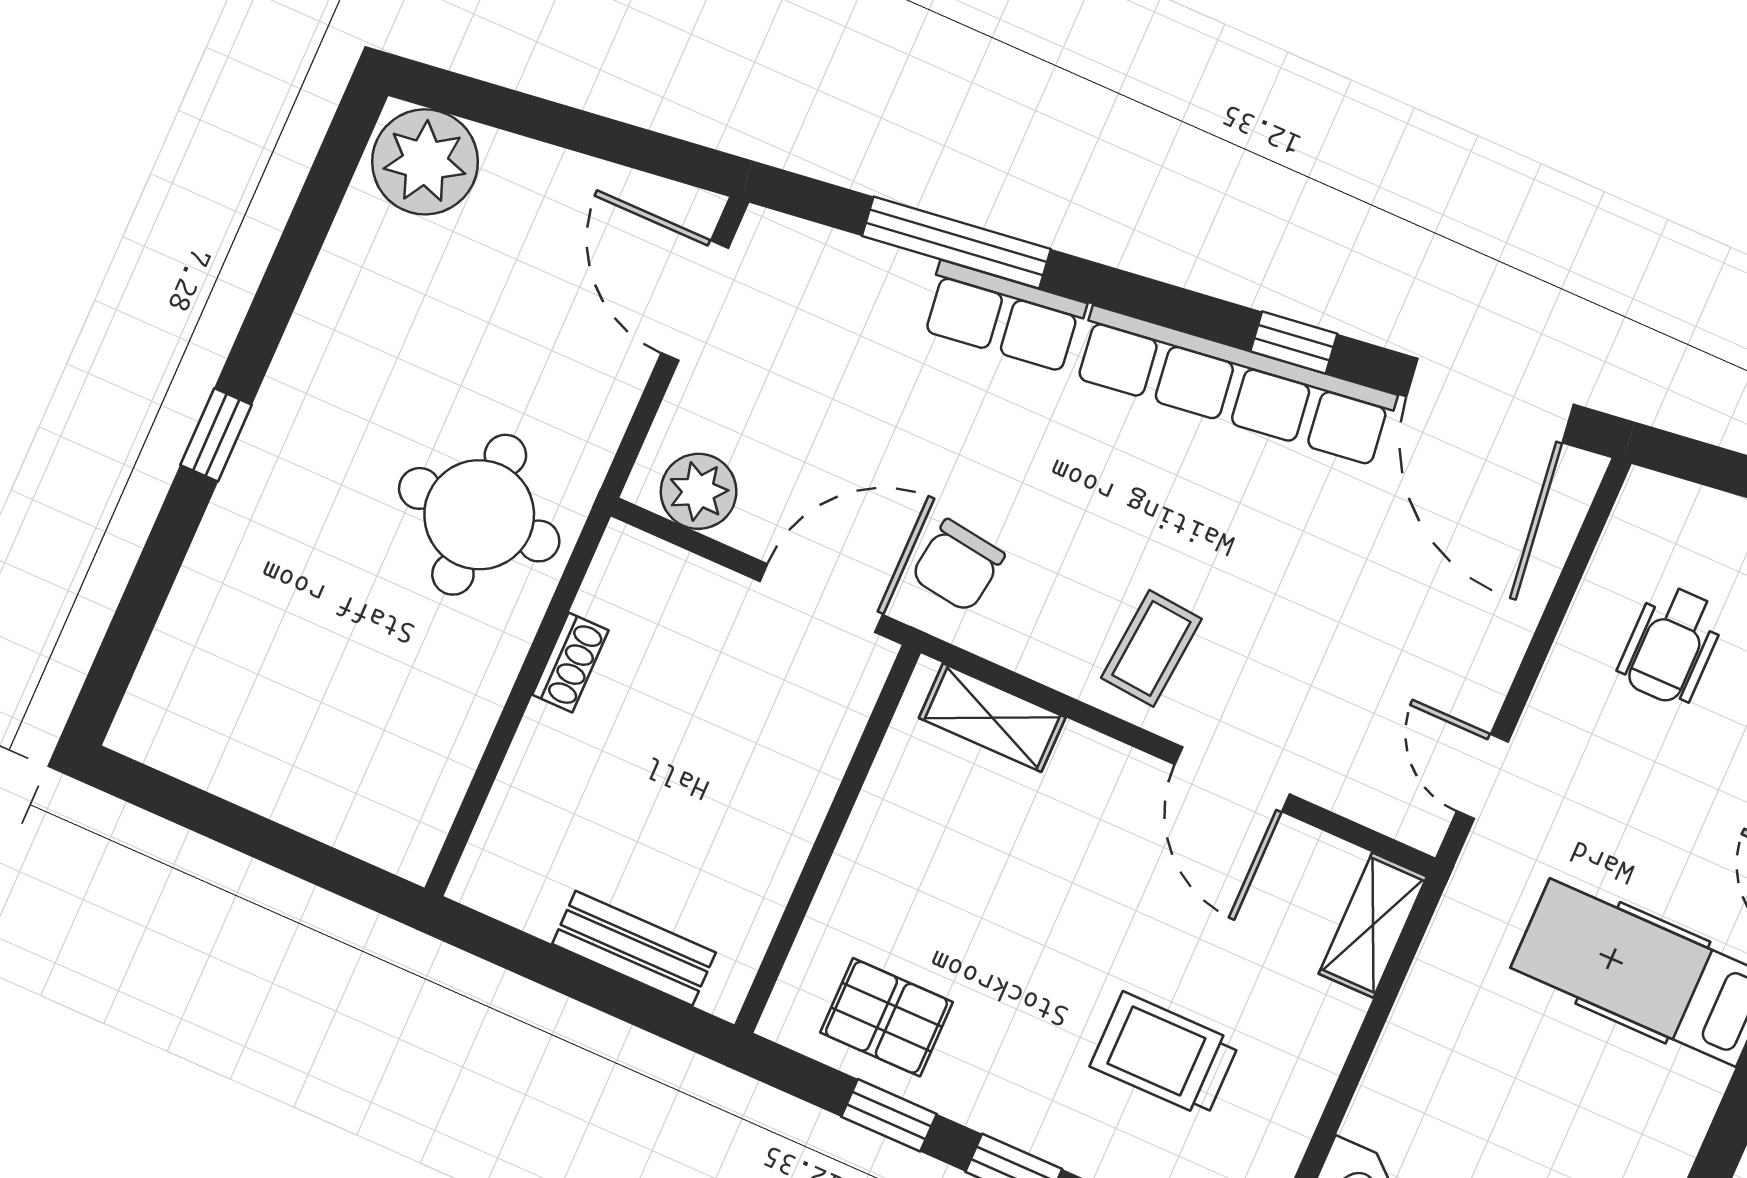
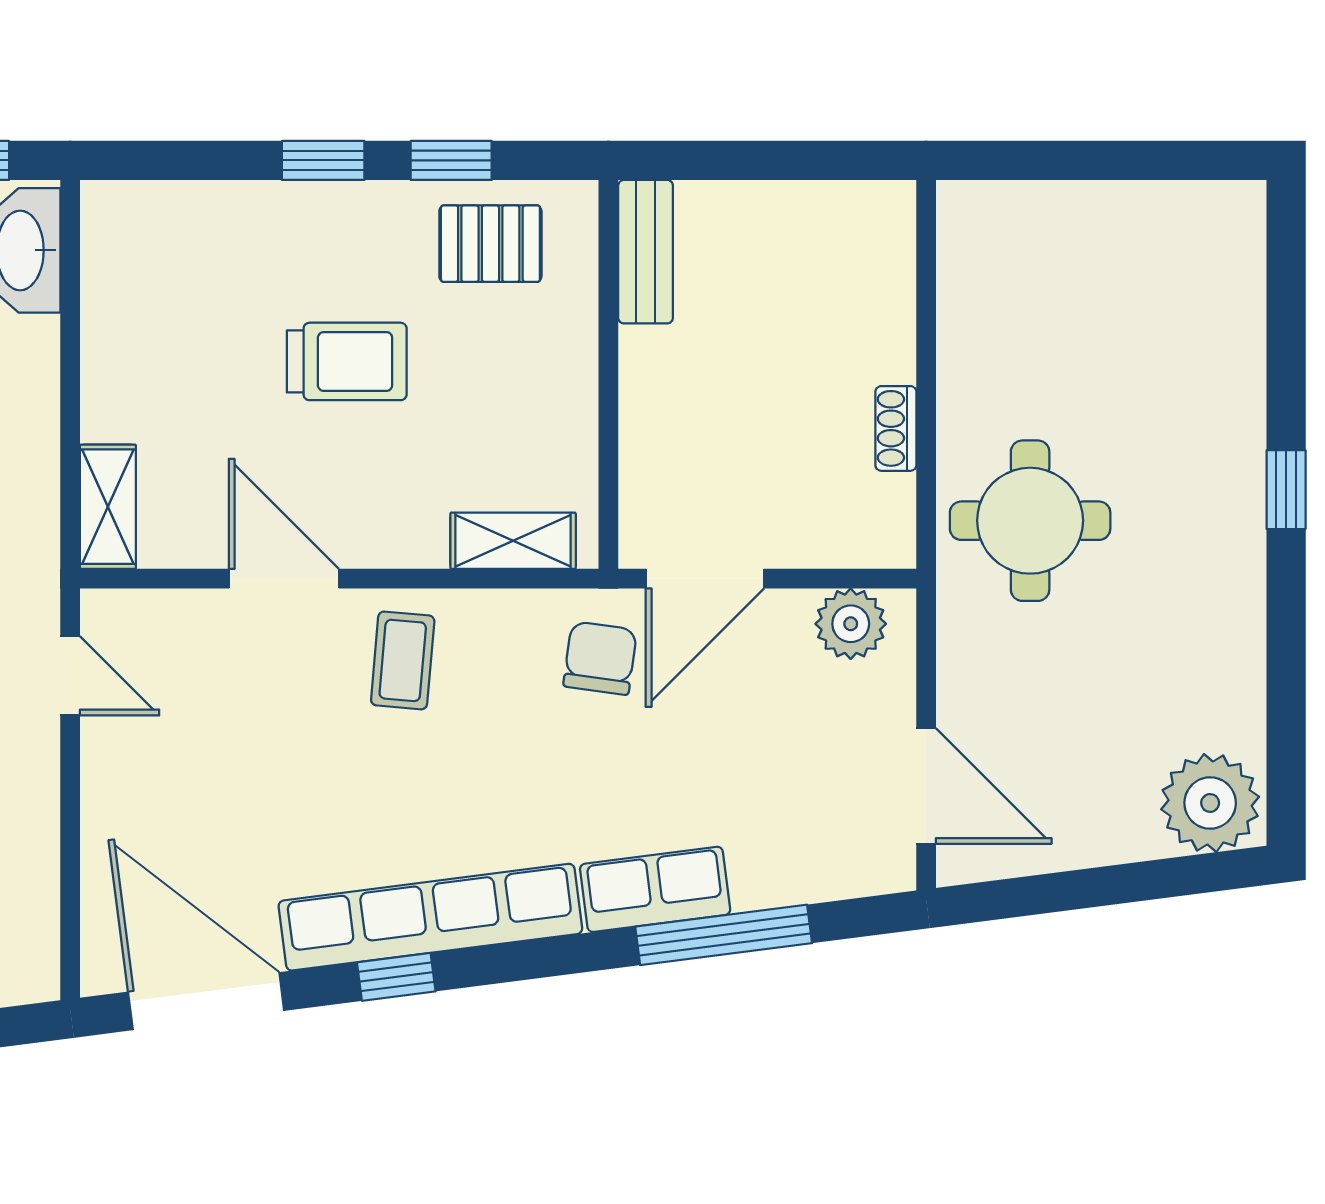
bench: (634, 948) -> (646, 252), moved, turned 90
trolley: (1165, 1055) -> (347, 361), moved

